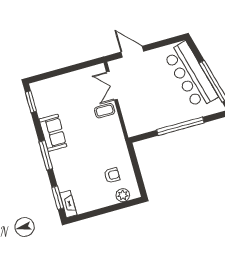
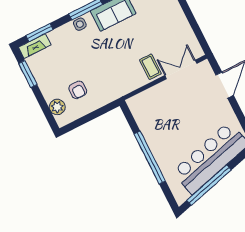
side table: (57, 163) -> (80, 24), added
window: (90, 214) -> (28, 74), added

